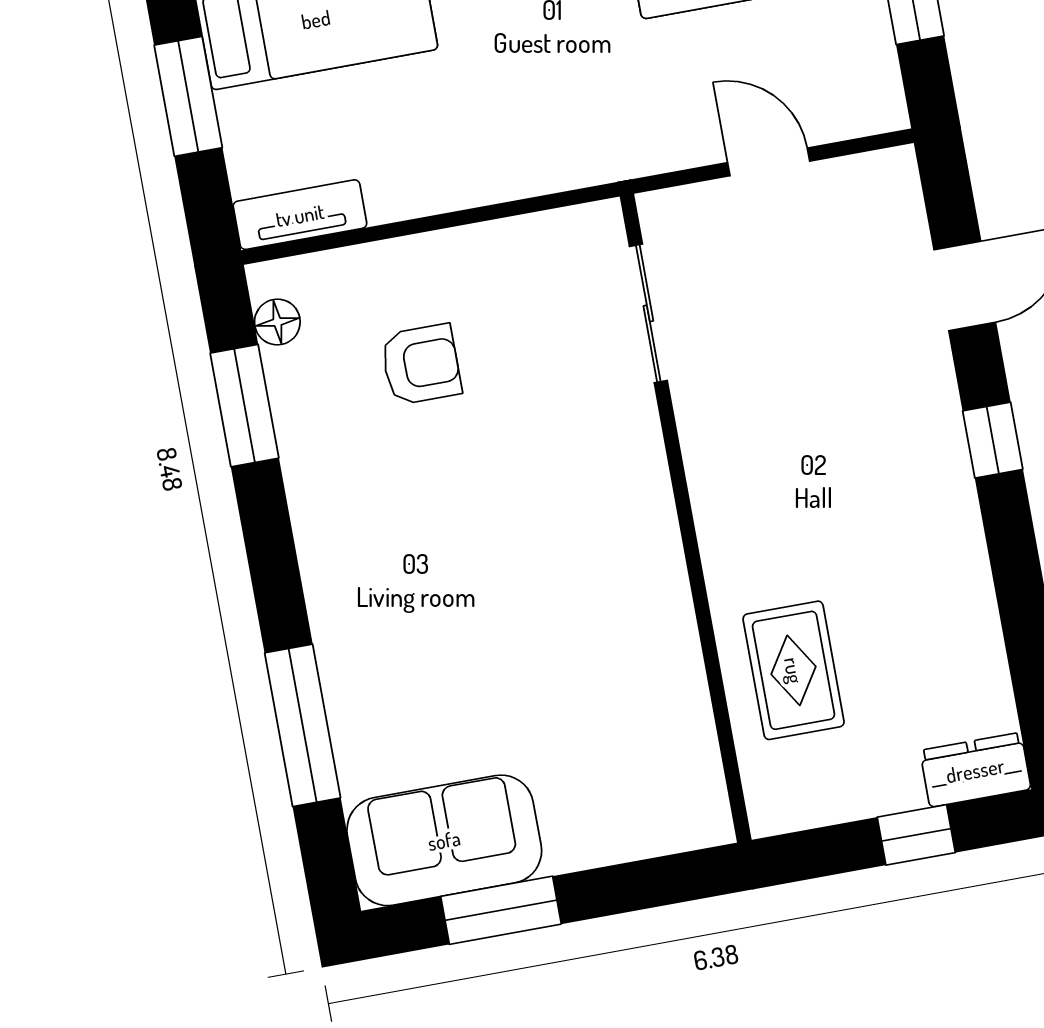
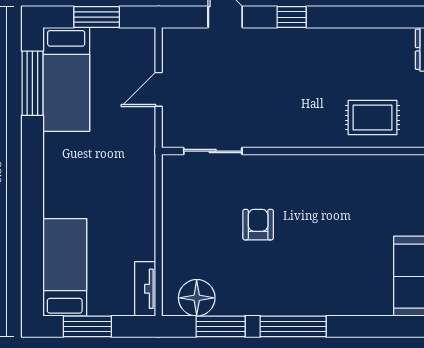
floor lamp: (277, 322) -> (197, 298), width x1.89, depth x1.89
armchair: (421, 364) -> (258, 225), moved
window: (303, 725) -> (293, 326), moved

